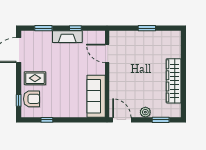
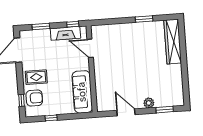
door: (107, 53) -> (90, 48), moved
wall: (107, 74) -> (92, 69), moved
wardrobe: (174, 81) -> (173, 42), moved
sofa: (96, 96) -> (82, 92), moved

